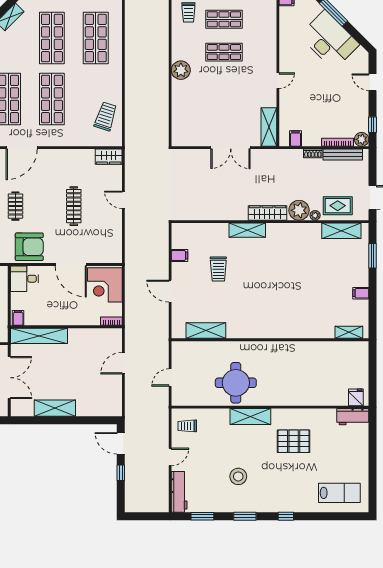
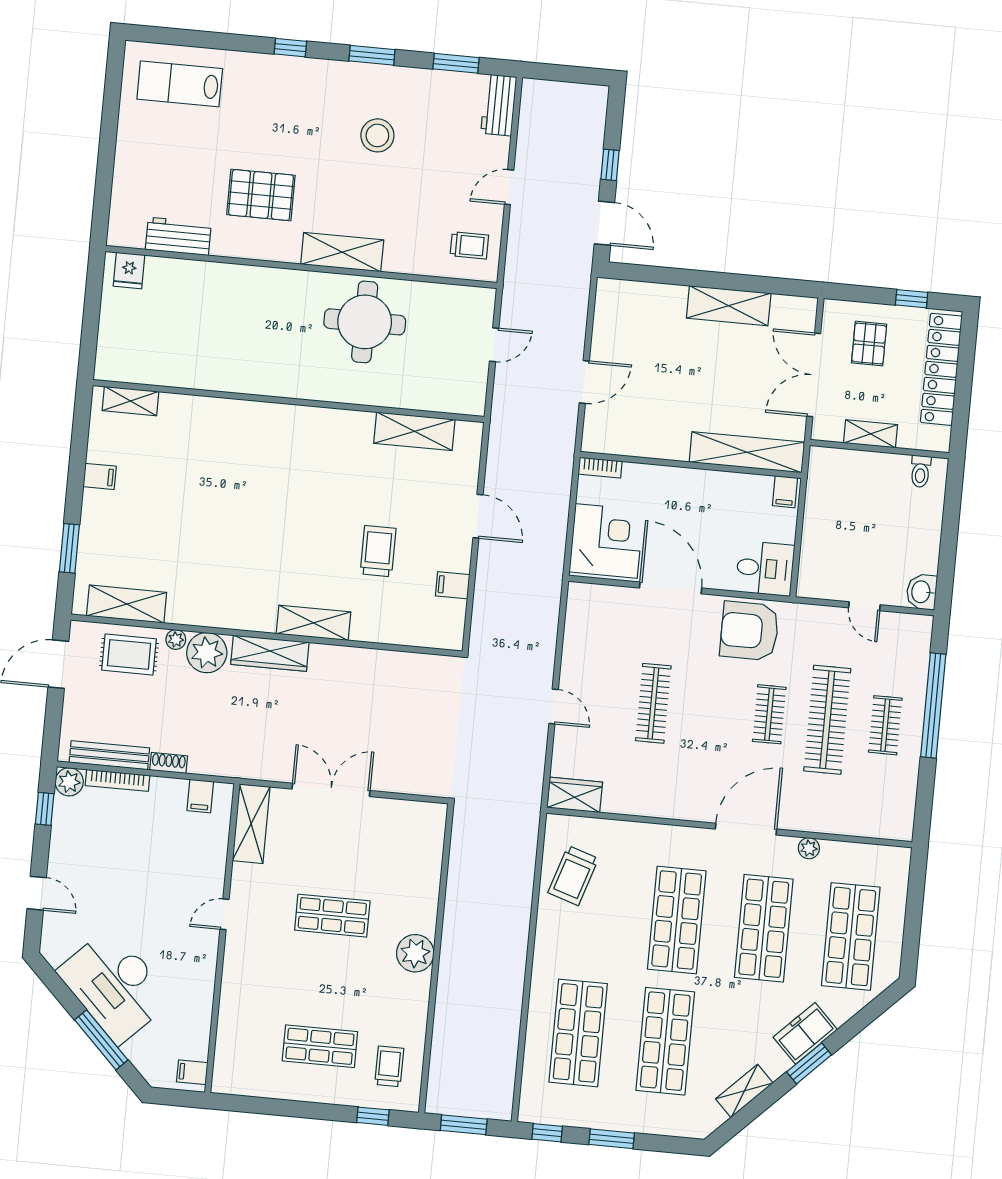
shop shelf: (224, 52) -> (332, 916), moved
workbench: (353, 417) -> (178, 236), moved
workbench: (179, 492) -> (499, 105), width x0.73

